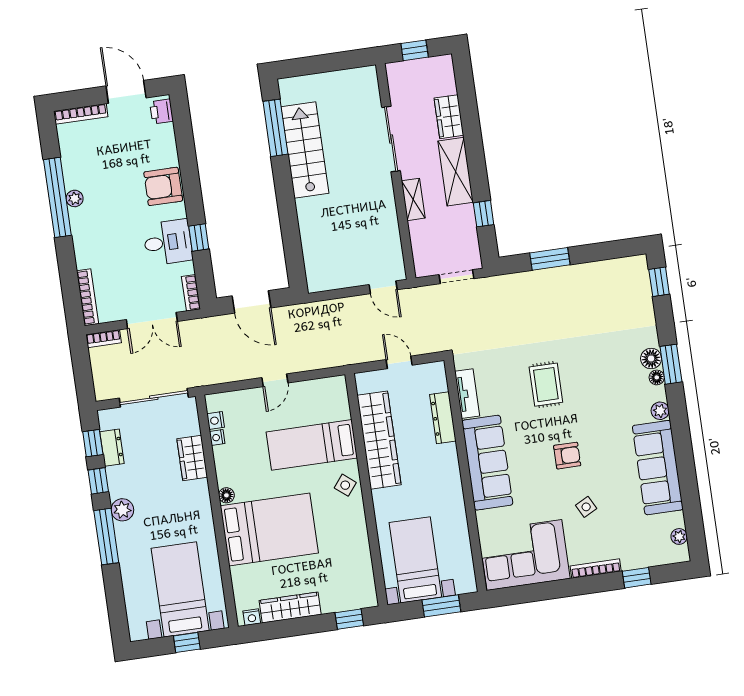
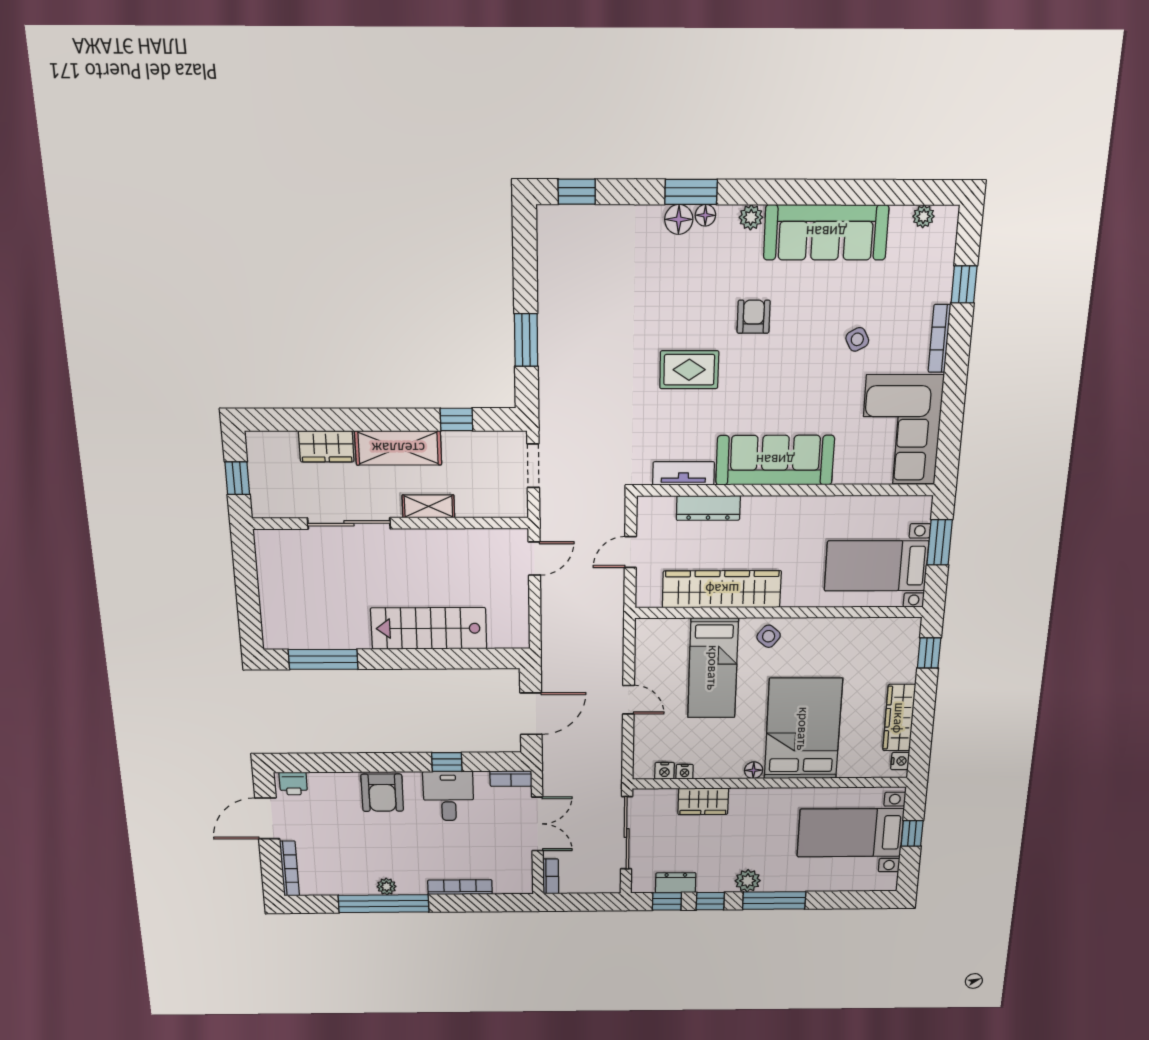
stairs: (305, 150) -> (429, 628), moved
bookcase: (88, 297) -> (460, 887), moved
armchair: (567, 456) -> (754, 317), moved

